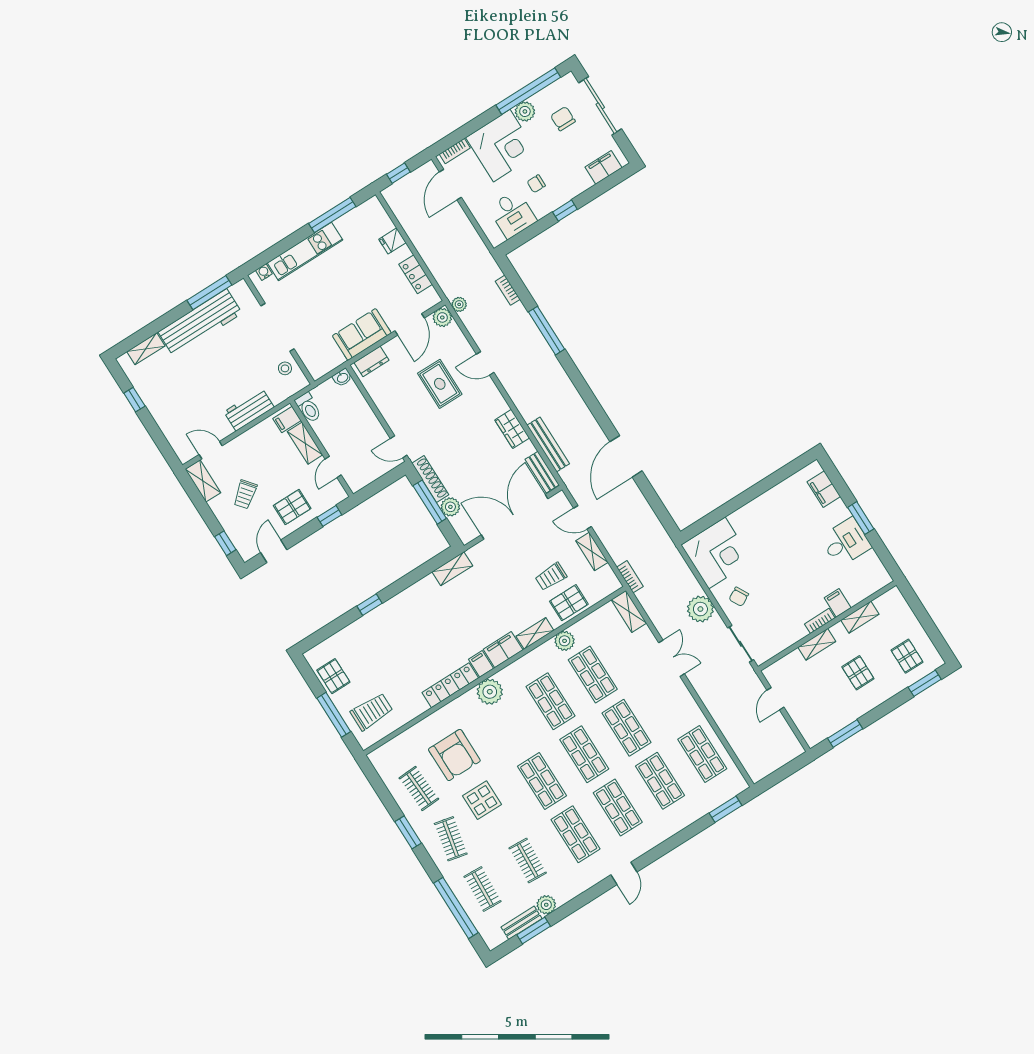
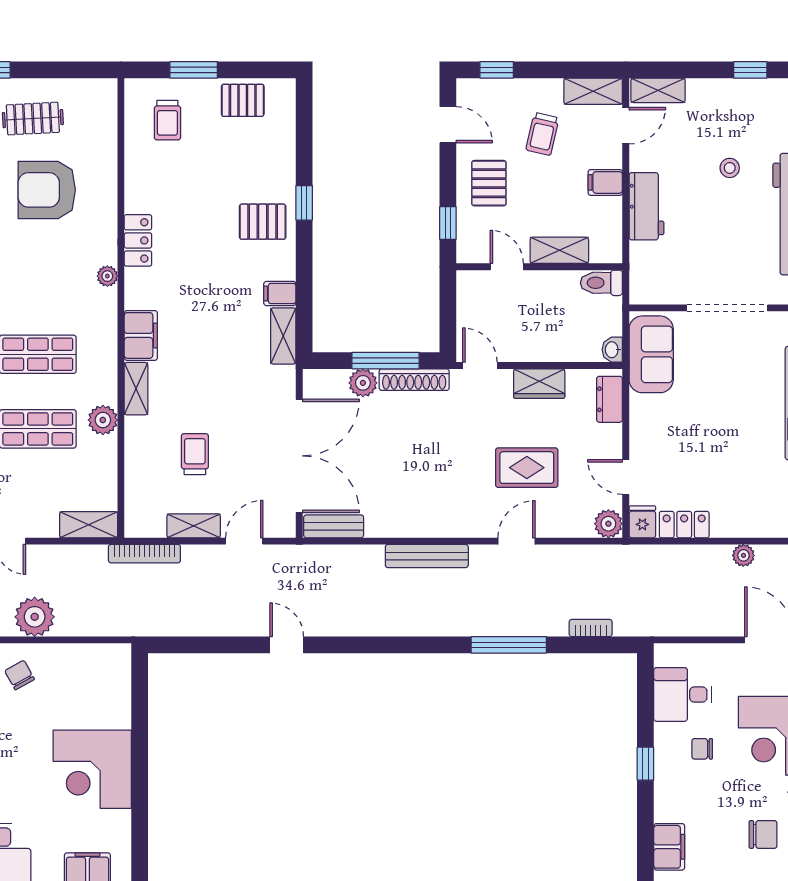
chair: (536, 184) -> (702, 749), turned -90
fridge: (392, 241) -> (642, 522), moved
plant: (459, 304) -> (743, 555), moved
door: (410, 324) -> (626, 477), width x0.73
sofa: (362, 334) -> (651, 354), moved
stool: (285, 368) -> (730, 168), moved
filing cabinet: (287, 419) -> (605, 182), moved, turned -90
wardrobe: (512, 429) -> (539, 384), moved, turned 180
bench: (548, 444) -> (427, 556), moved
shelving: (179, 445) -> (658, 90), added
door: (399, 447) -> (480, 366), hinge flipped
door: (626, 456) -> (287, 645), width x0.53
trolley: (245, 494) -> (542, 134), turned -128
corner desk: (717, 553) -> (92, 769), moved
bookcase: (630, 577) -> (144, 554), width x1.56
pallet: (569, 603) -> (263, 222), moved, turned 90
filing cabinet: (481, 664) -> (280, 294), moved, turned 180
locker: (450, 685) -> (138, 240), width x0.66
plant: (490, 692) -> (107, 276), width x0.53, depth x0.53
trolley: (372, 712) -> (167, 120), width x0.73, depth x0.72
window: (334, 715) -> (194, 70), width x0.69

